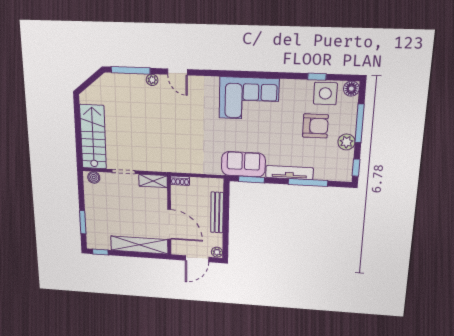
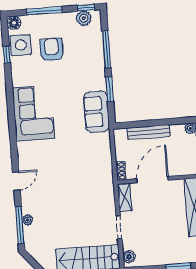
plant: (152, 80) -> (28, 220), moved
plant: (346, 142) -> (84, 18), moved
tv unit: (289, 173) -> (99, 68), removed
window: (252, 180) -> (109, 89), moved
door: (169, 224) -> (153, 180), moved

